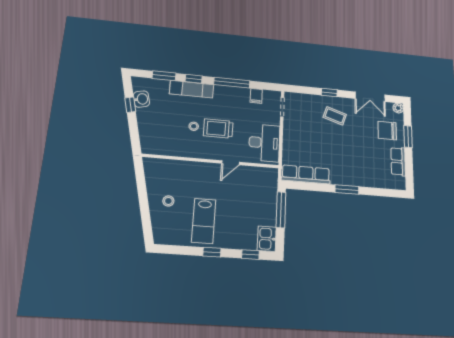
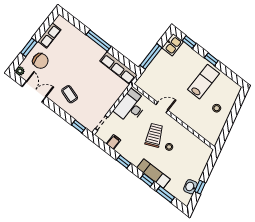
window: (232, 83) -> (124, 162), width x0.46
window: (329, 93) -> (79, 126), moved
trolley: (218, 129) -> (154, 135), turned -114
window: (347, 190) -> (99, 41), width x1.44

